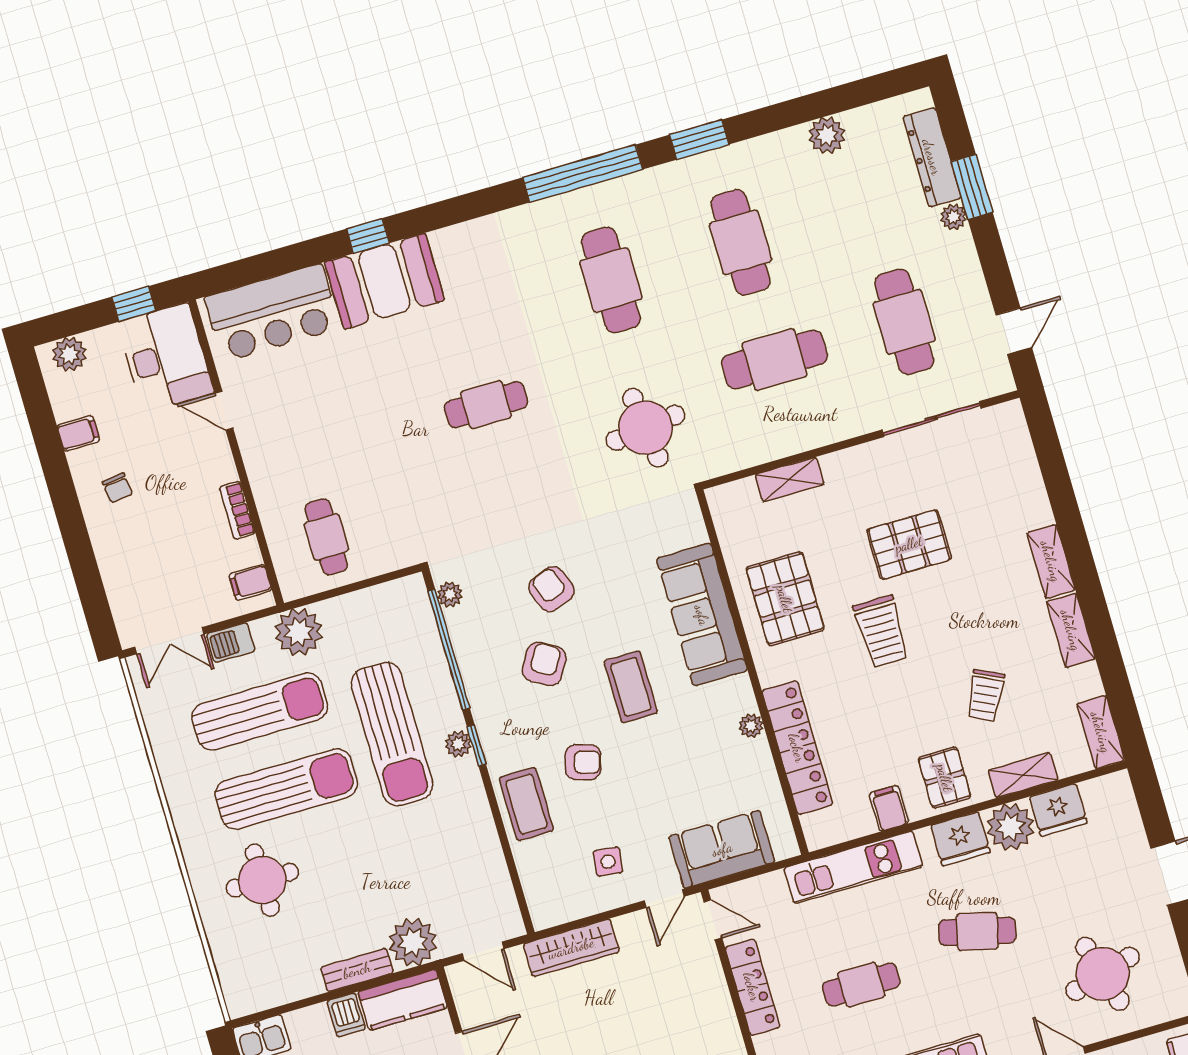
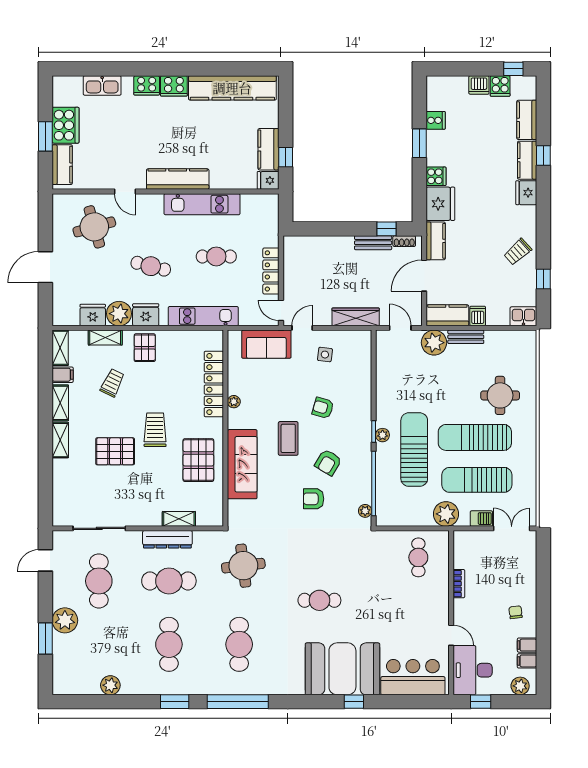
dresser: (932, 157) -> (167, 539), moved, turned 90
plant: (953, 217) -> (65, 620), width x1.88, depth x1.88
booth: (384, 281) -> (342, 669), width x1.36, depth x1.42
pallet: (909, 544) -> (115, 451), moved
filing cabinet: (250, 582) -> (527, 661), moved, turned 180
armchair: (551, 589) -> (314, 499), turned 111
coffee table: (526, 804) -> (357, 395), removed
filing cabinet: (889, 808) -> (63, 375), moved, turned -90

